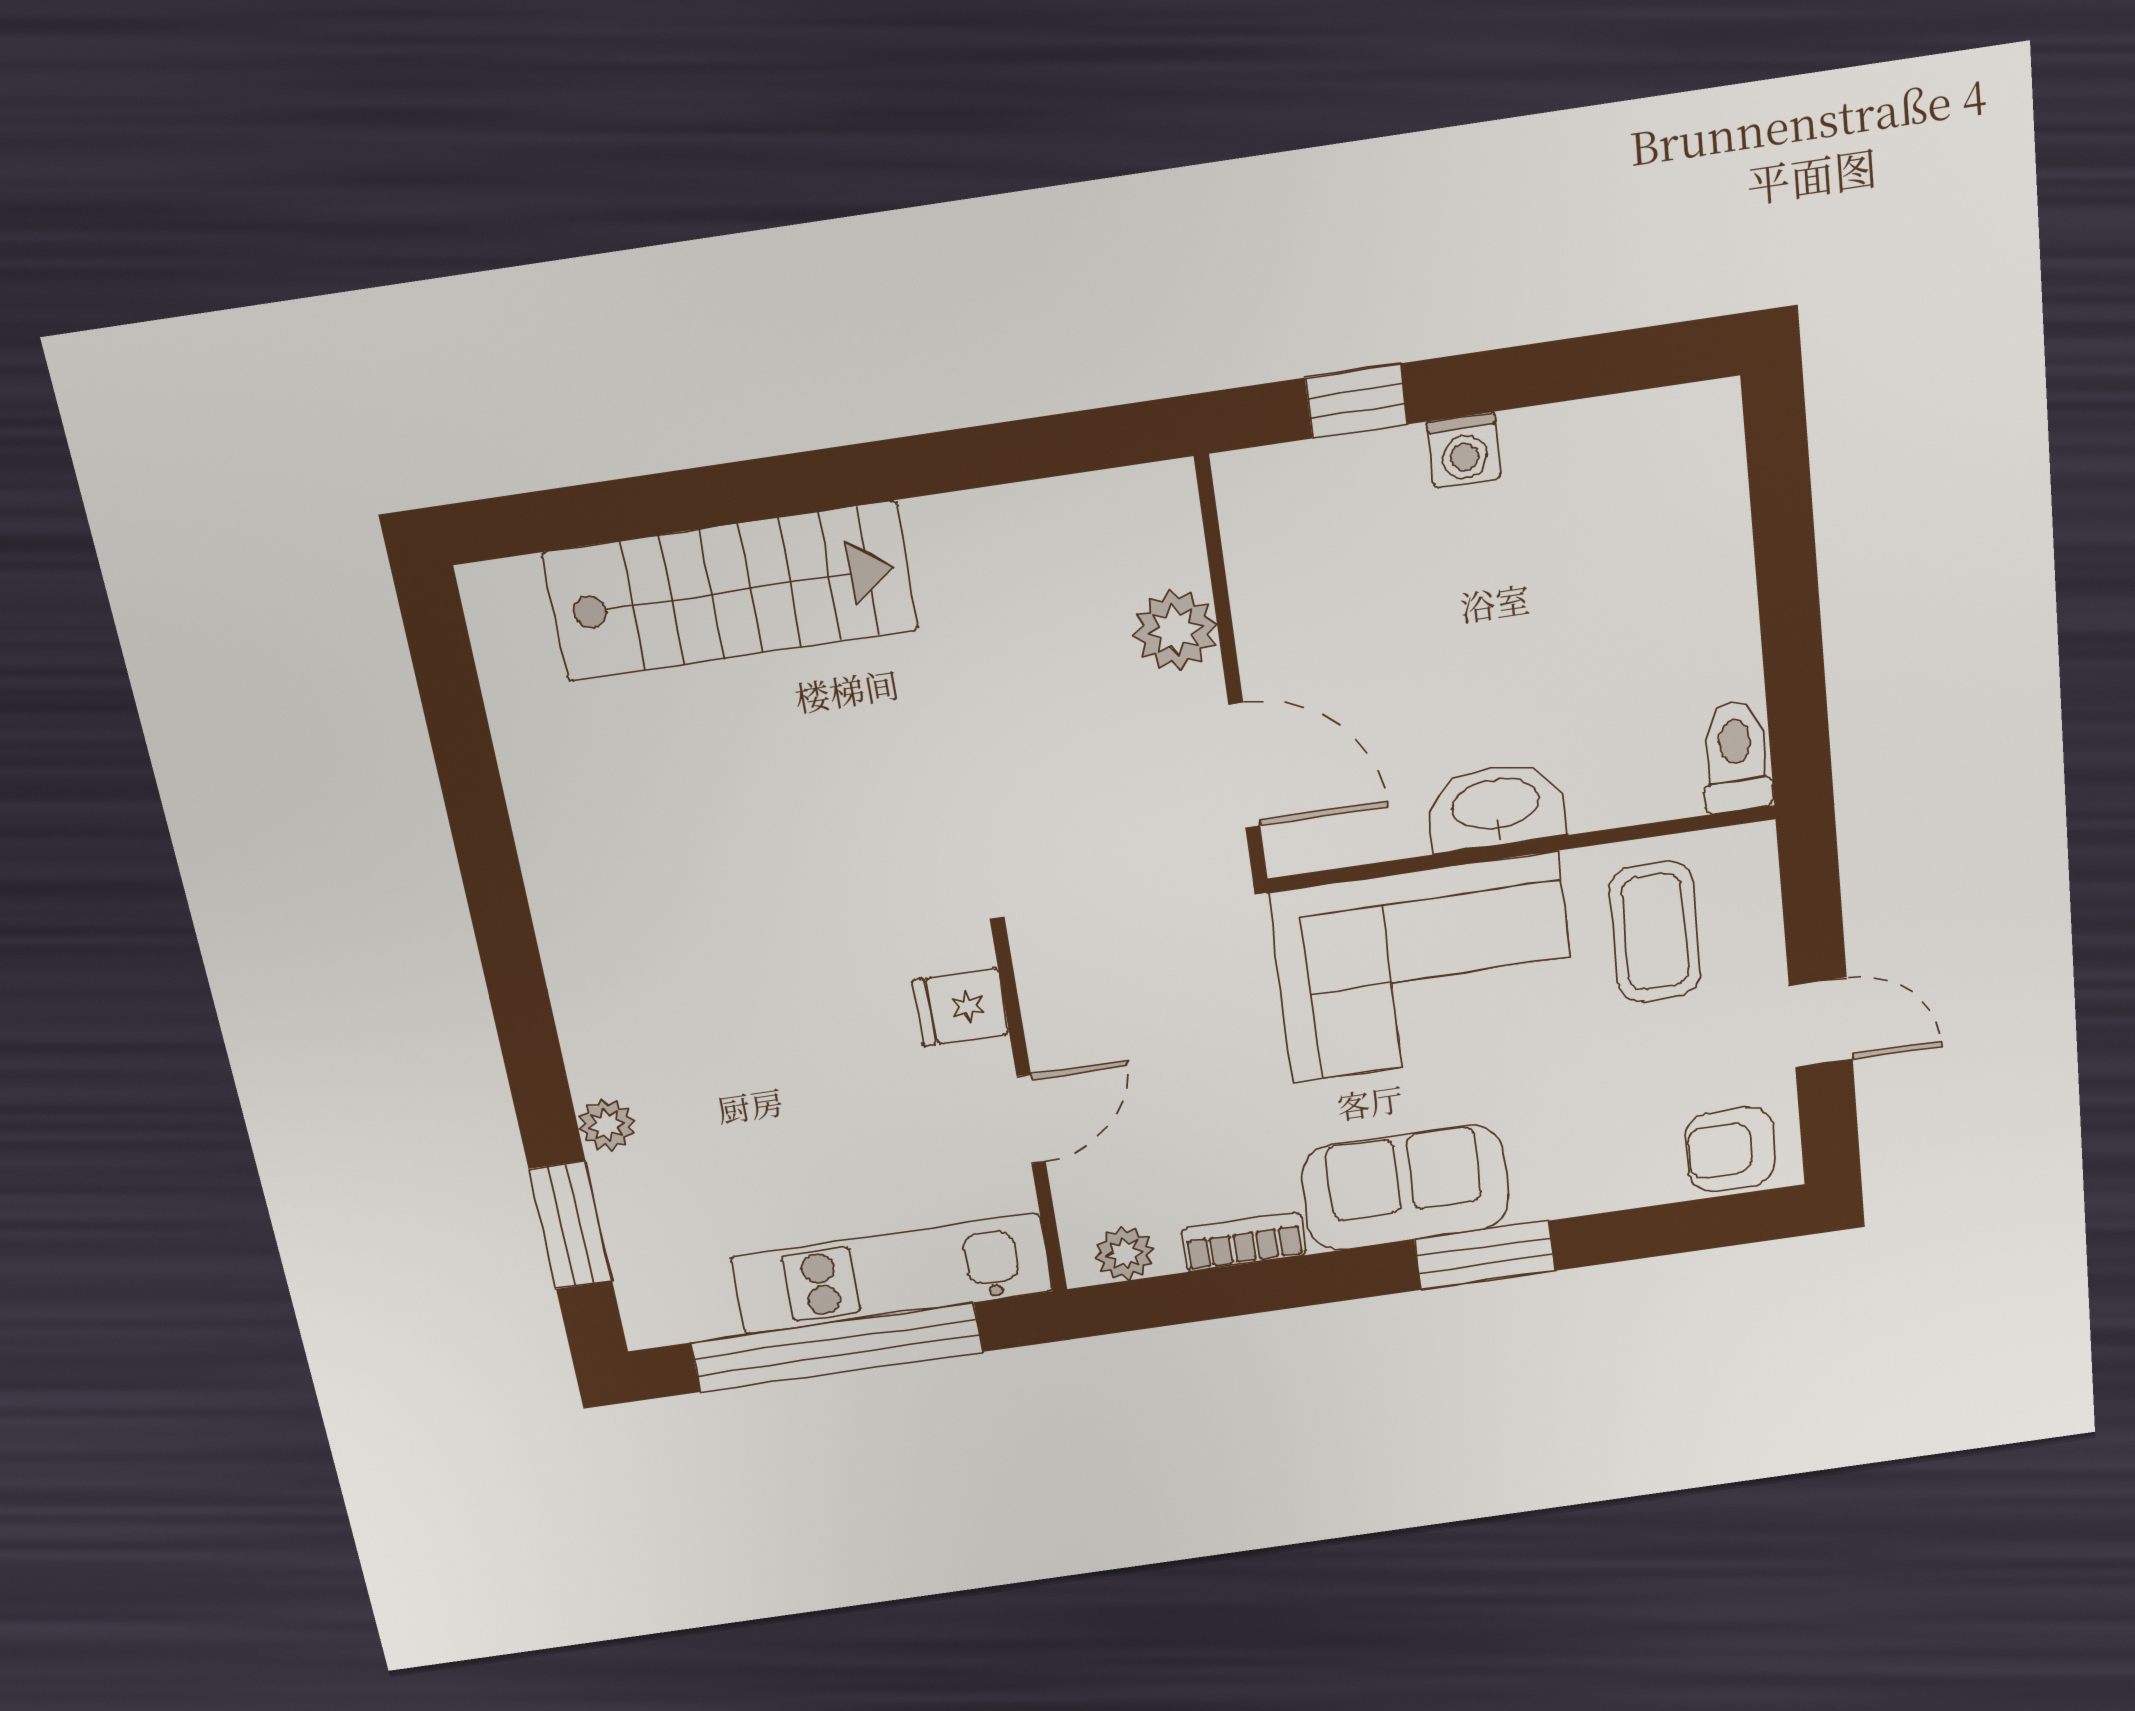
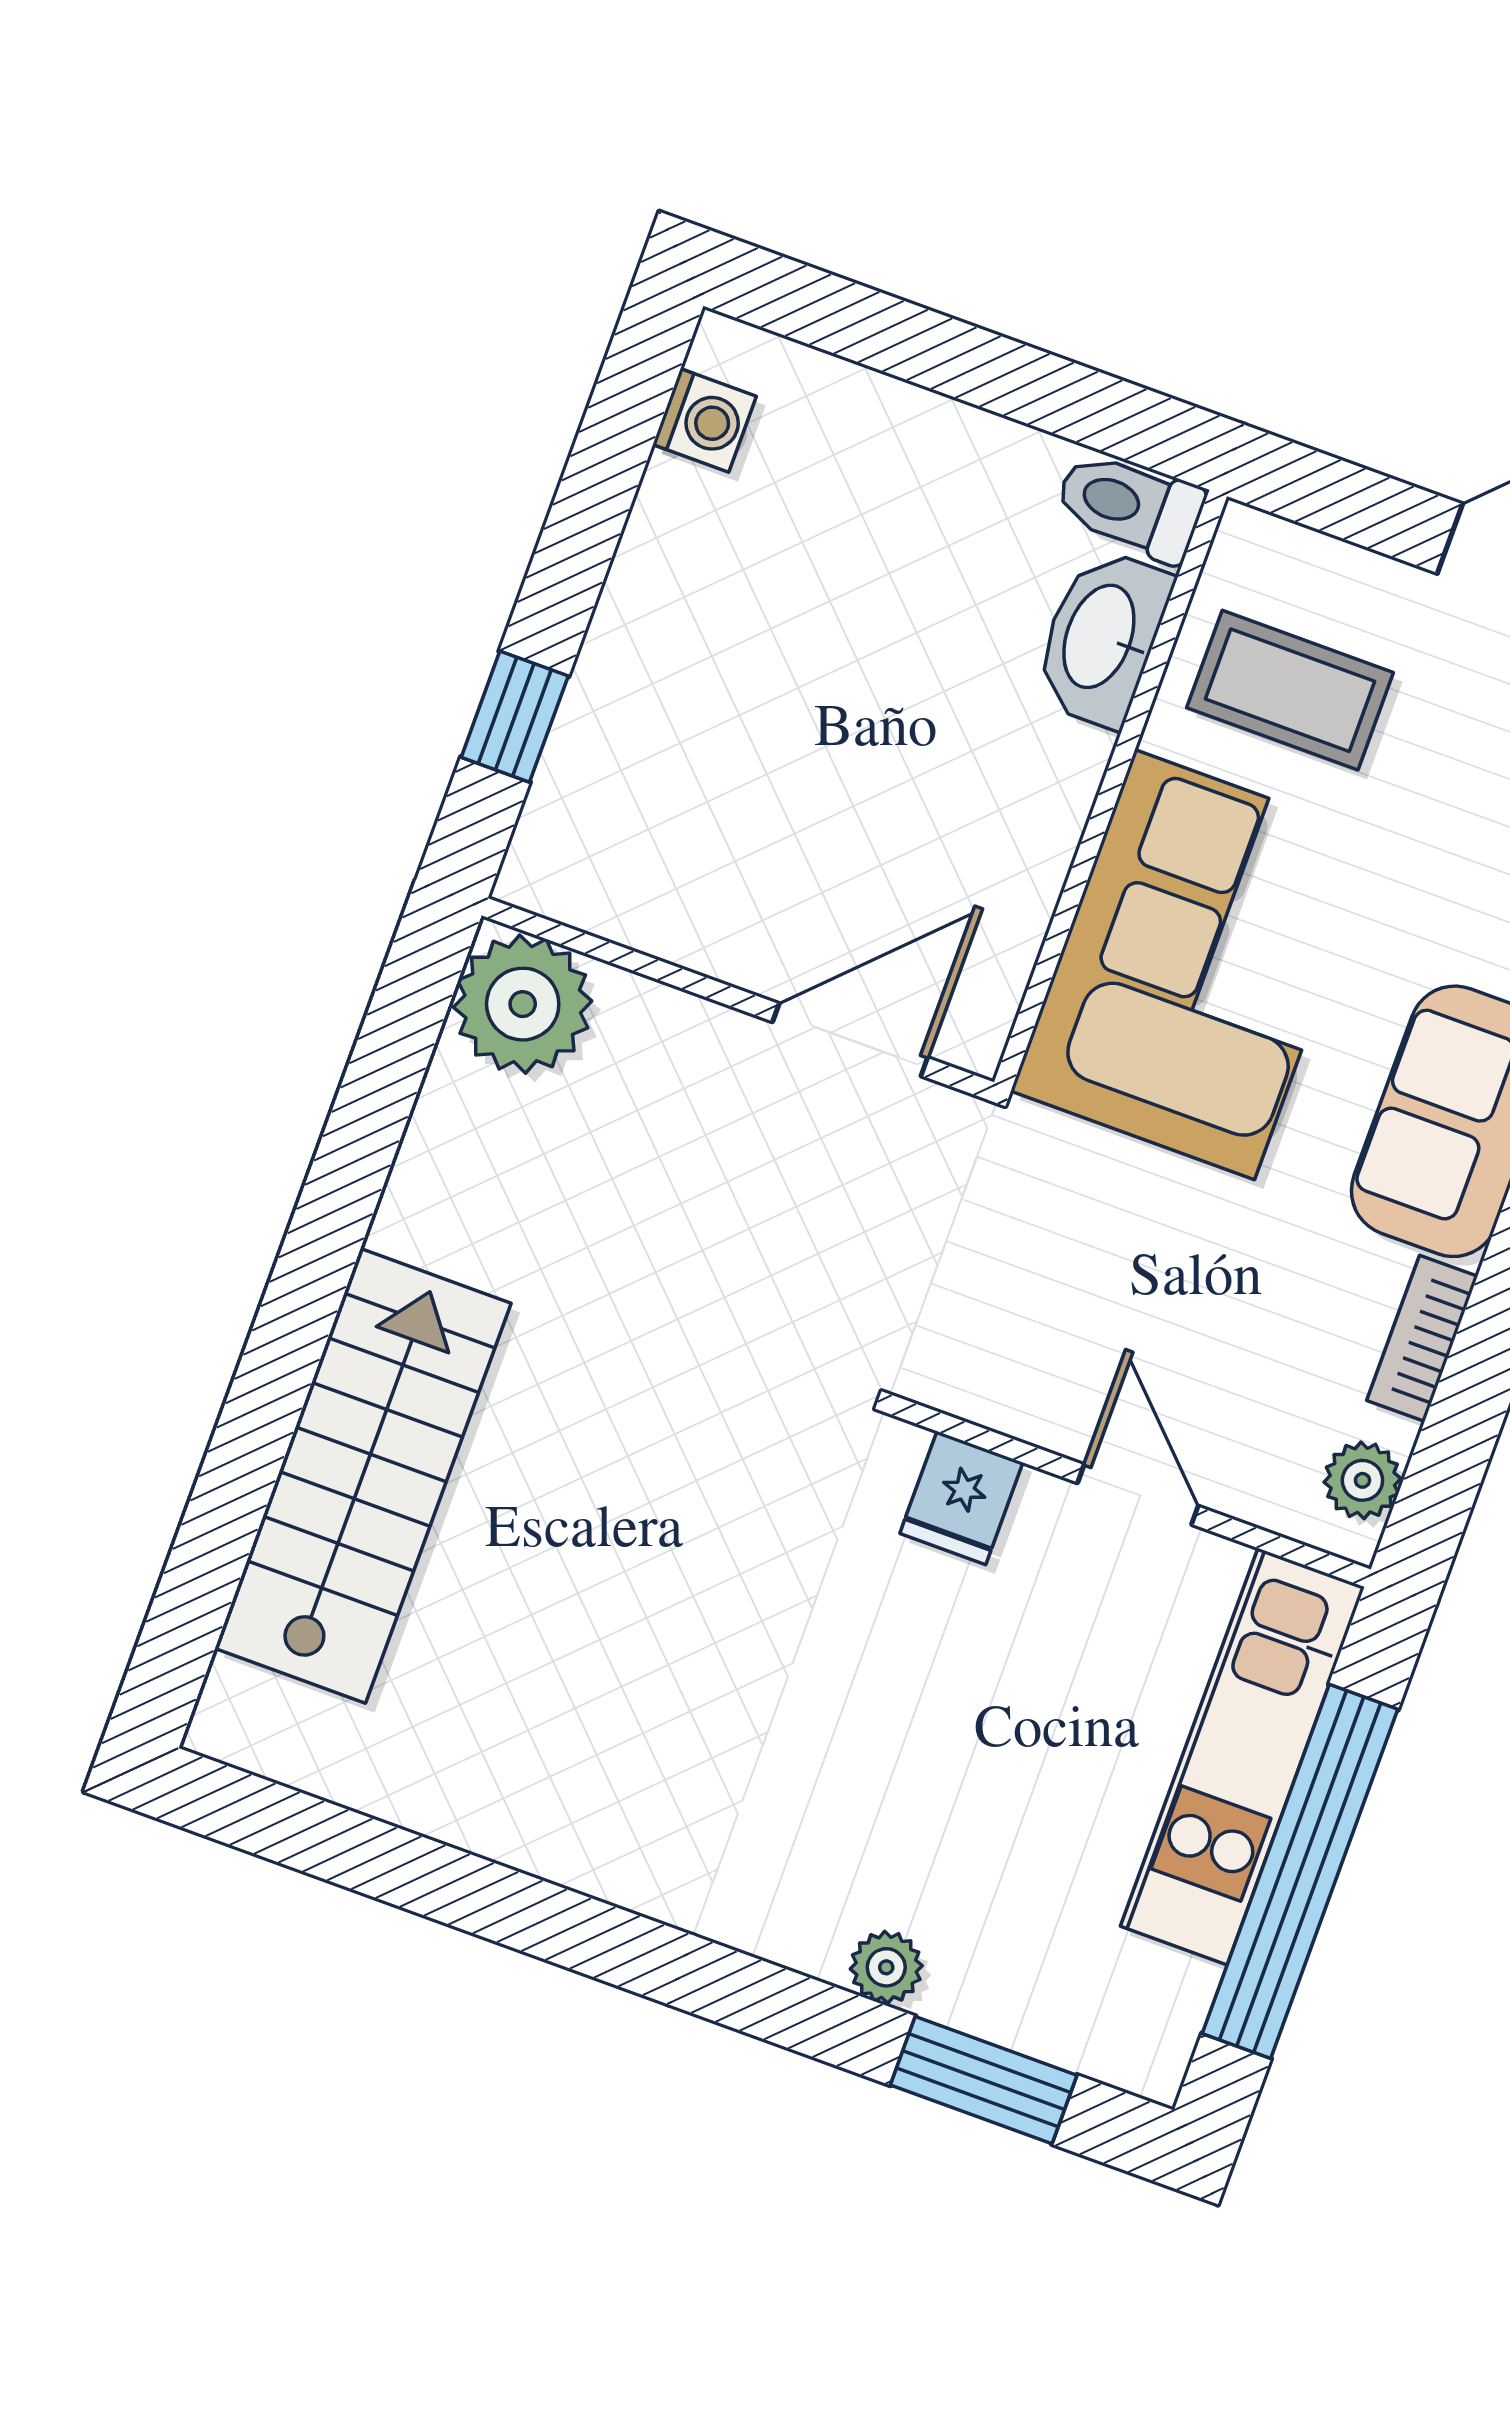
washing machine: (1464, 450) -> (704, 420), moved
plant: (1175, 630) -> (523, 1004), moved, width x1.36, depth x1.36
washbasin: (1496, 806) -> (1102, 637), moved

